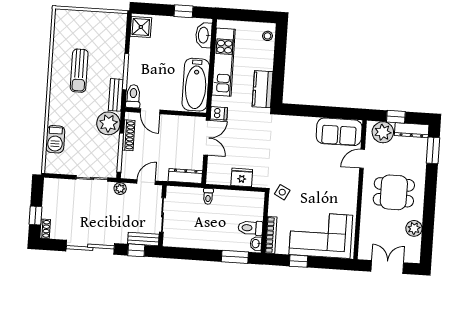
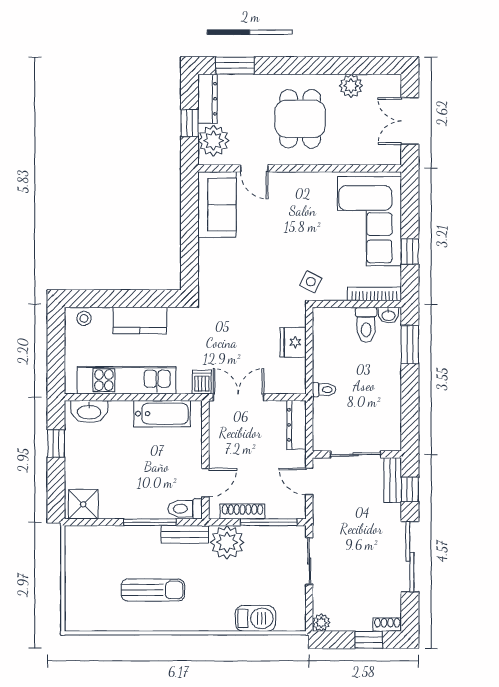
bathtub: (196, 85) -> (162, 414), width x0.73, depth x0.73
kitchen counter: (263, 89) -> (140, 321), moved
plant: (120, 189) -> (321, 622), moved

